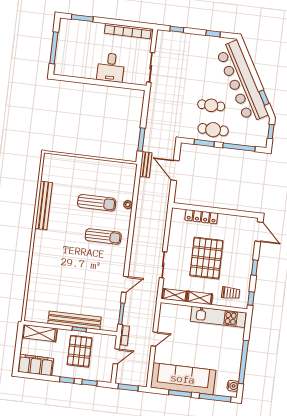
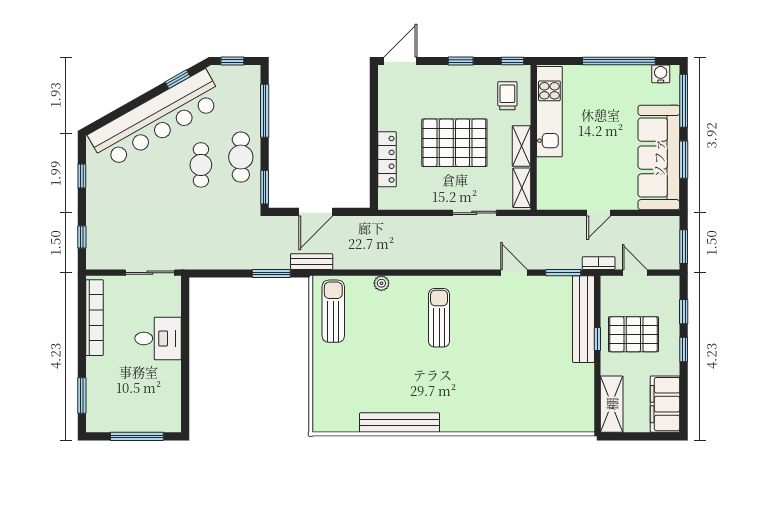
window: (204, 143) -> (265, 187), moved
sun lounger: (97, 203) -> (333, 311), moved
bench: (74, 320) -> (583, 319), moved
door: (154, 339) -> (599, 213), swing flipped

